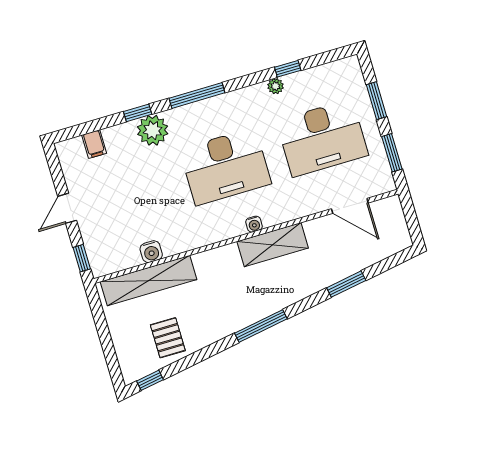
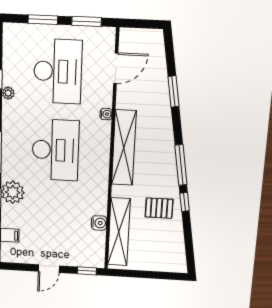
door: (67, 208) -> (49, 269), hinge flipped
water cooler: (254, 224) -> (106, 114), moved
shelving: (273, 245) -> (124, 148), width x1.47
pallet: (168, 338) -> (159, 208), moved
window: (150, 380) -> (185, 202), moved

